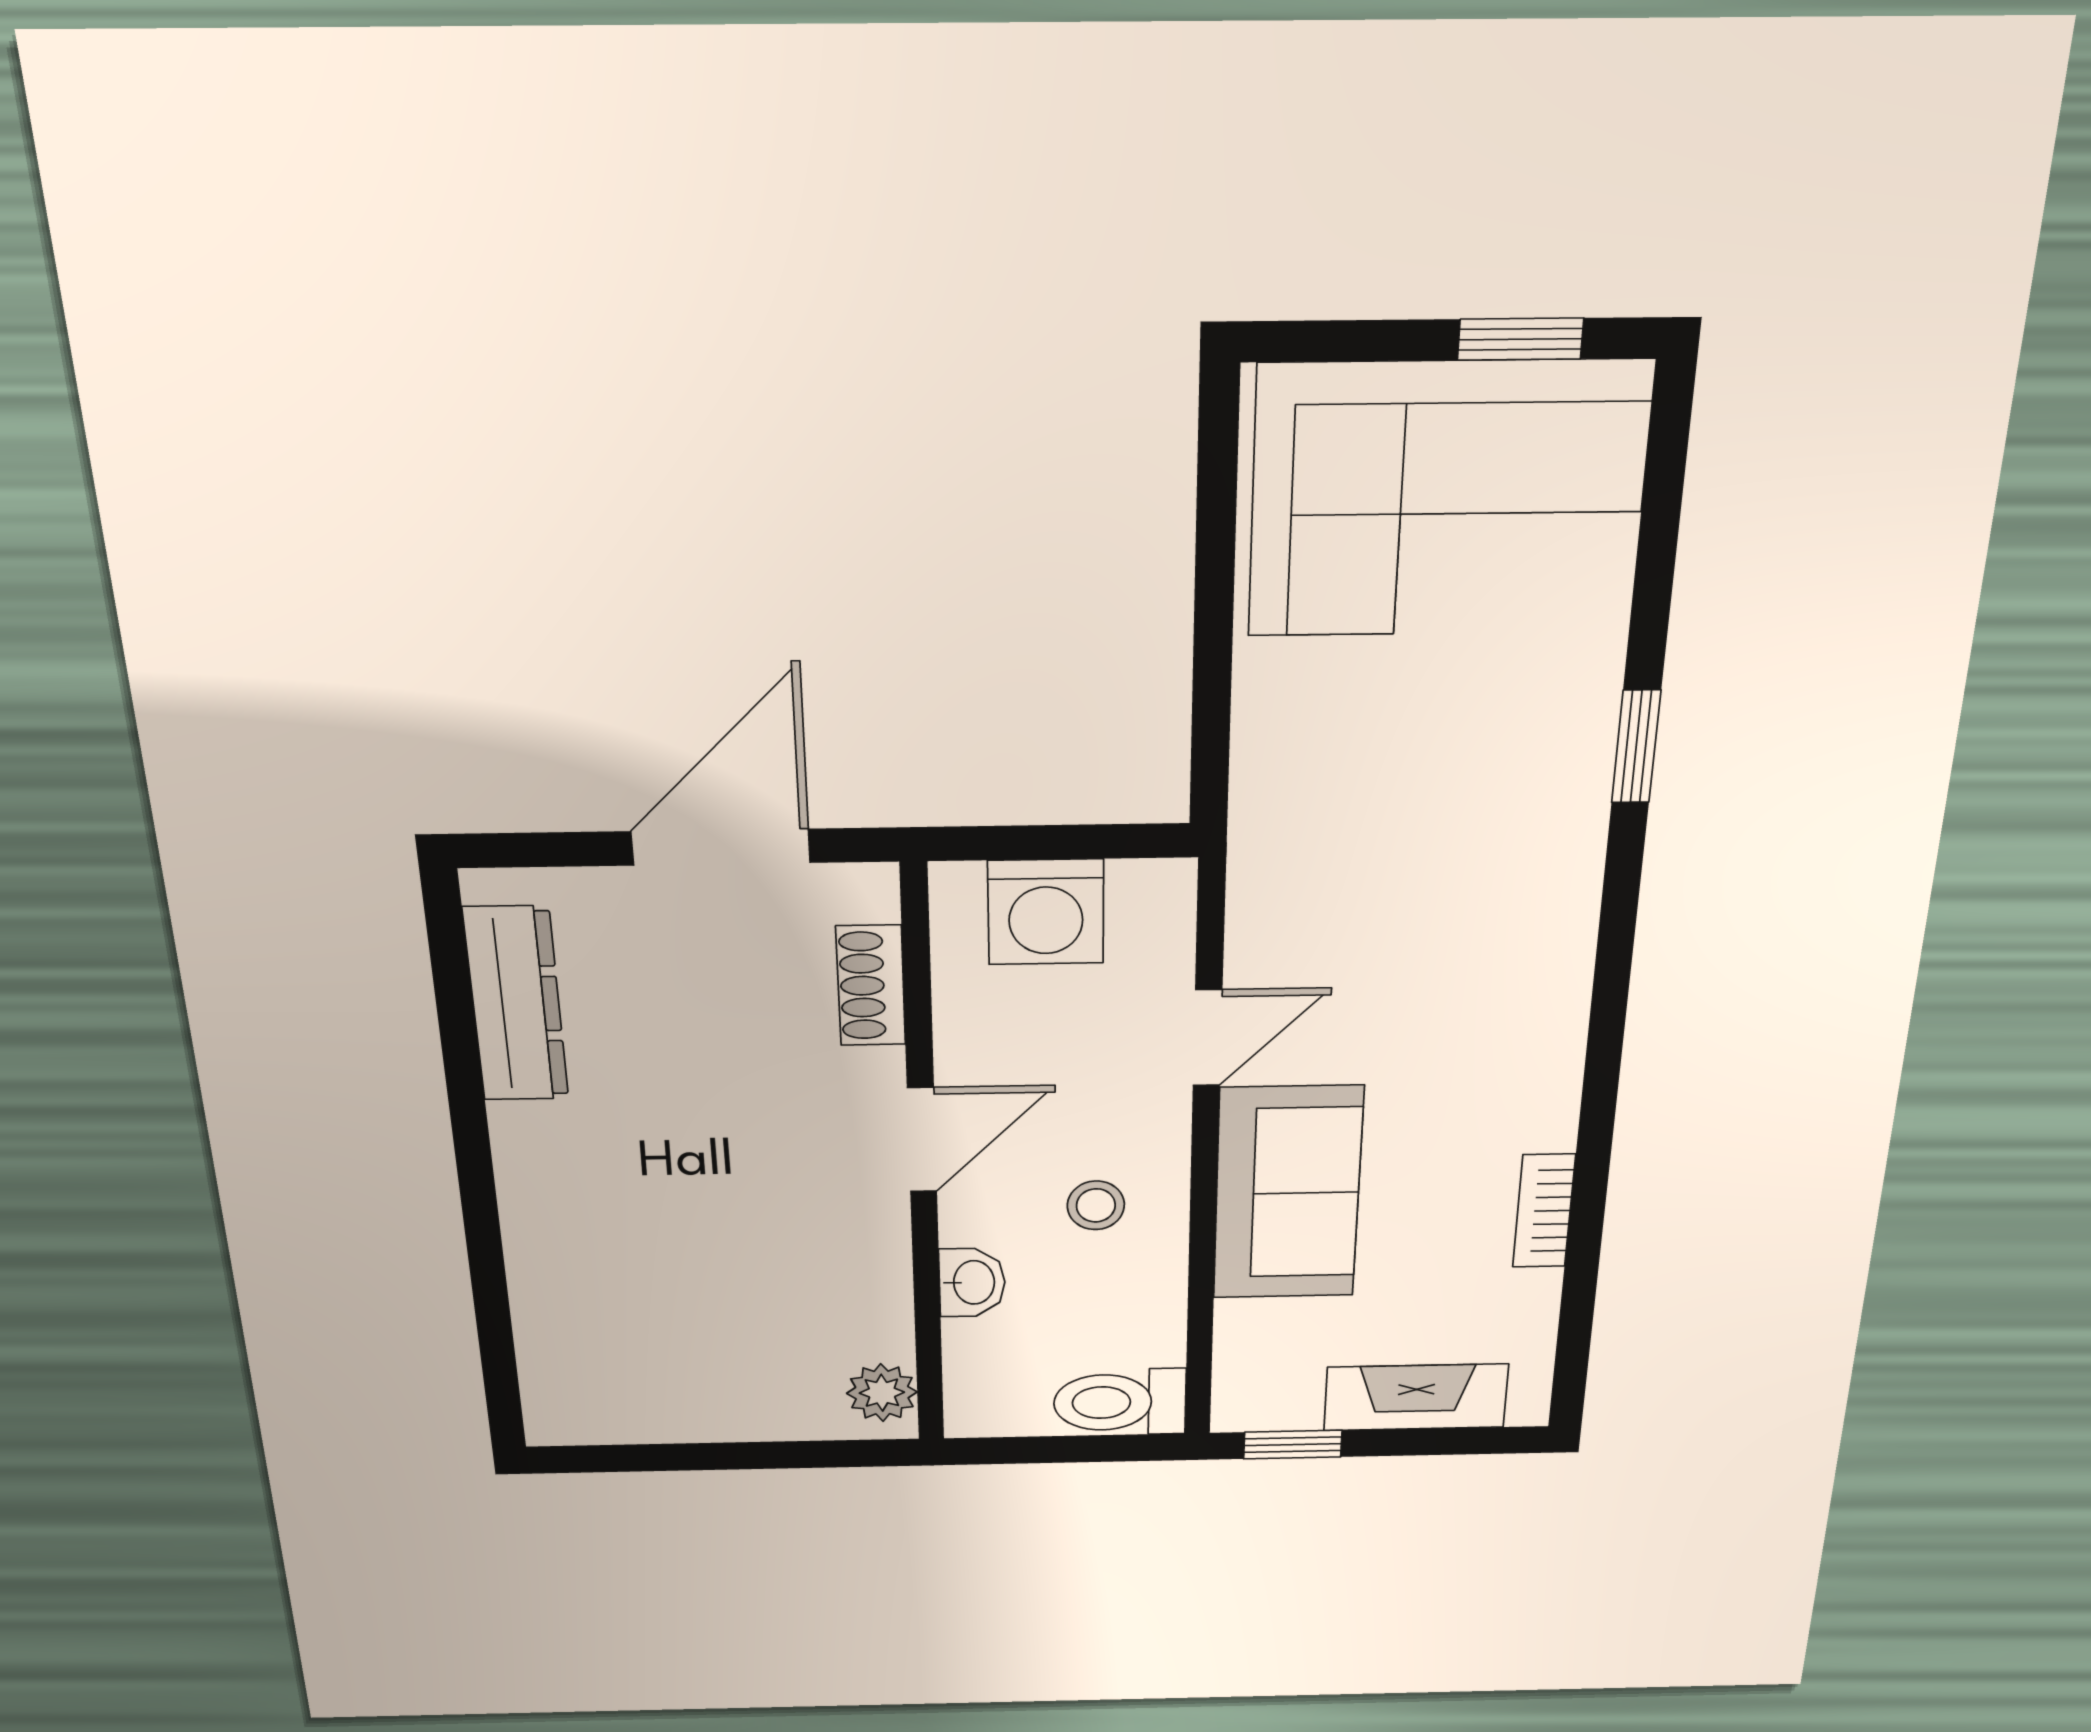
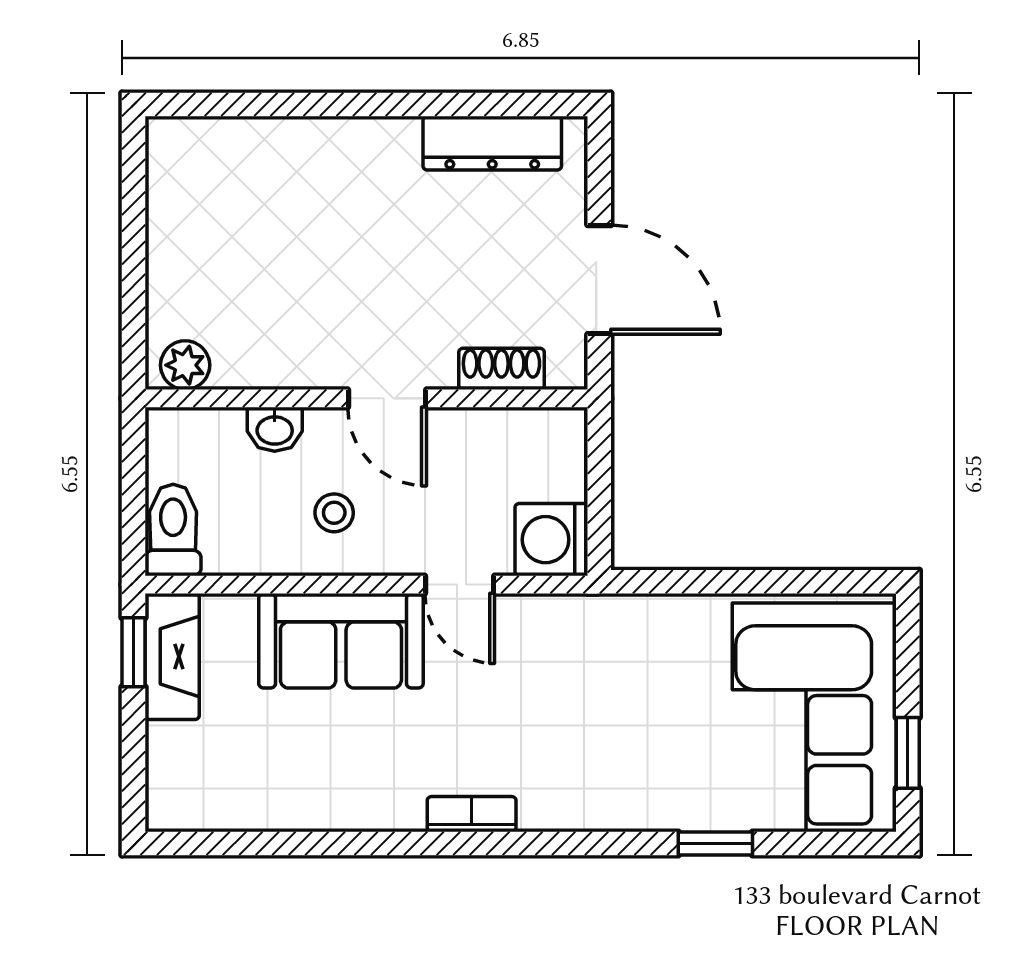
window: (1636, 747) -> (715, 844), moved
washing machine: (1046, 912) -> (551, 540), moved
bookcase: (1544, 1211) -> (472, 814), moved
fireplace: (1416, 1397) -> (172, 656), moved

